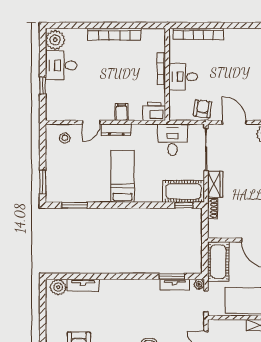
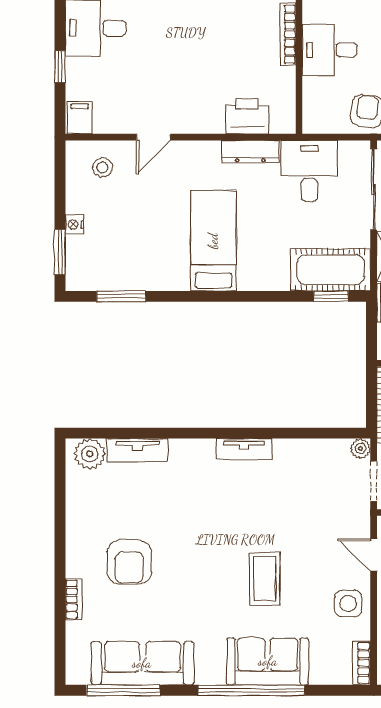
printer: (154, 111) -> (247, 116), moved
filing cabinet: (122, 112) -> (80, 118), moved
dresser: (116, 130) -> (250, 152), moved
nightstand: (50, 168) -> (74, 225), added
window: (172, 276) -> (308, 433), removed
tv unit: (175, 285) -> (244, 449), moved

